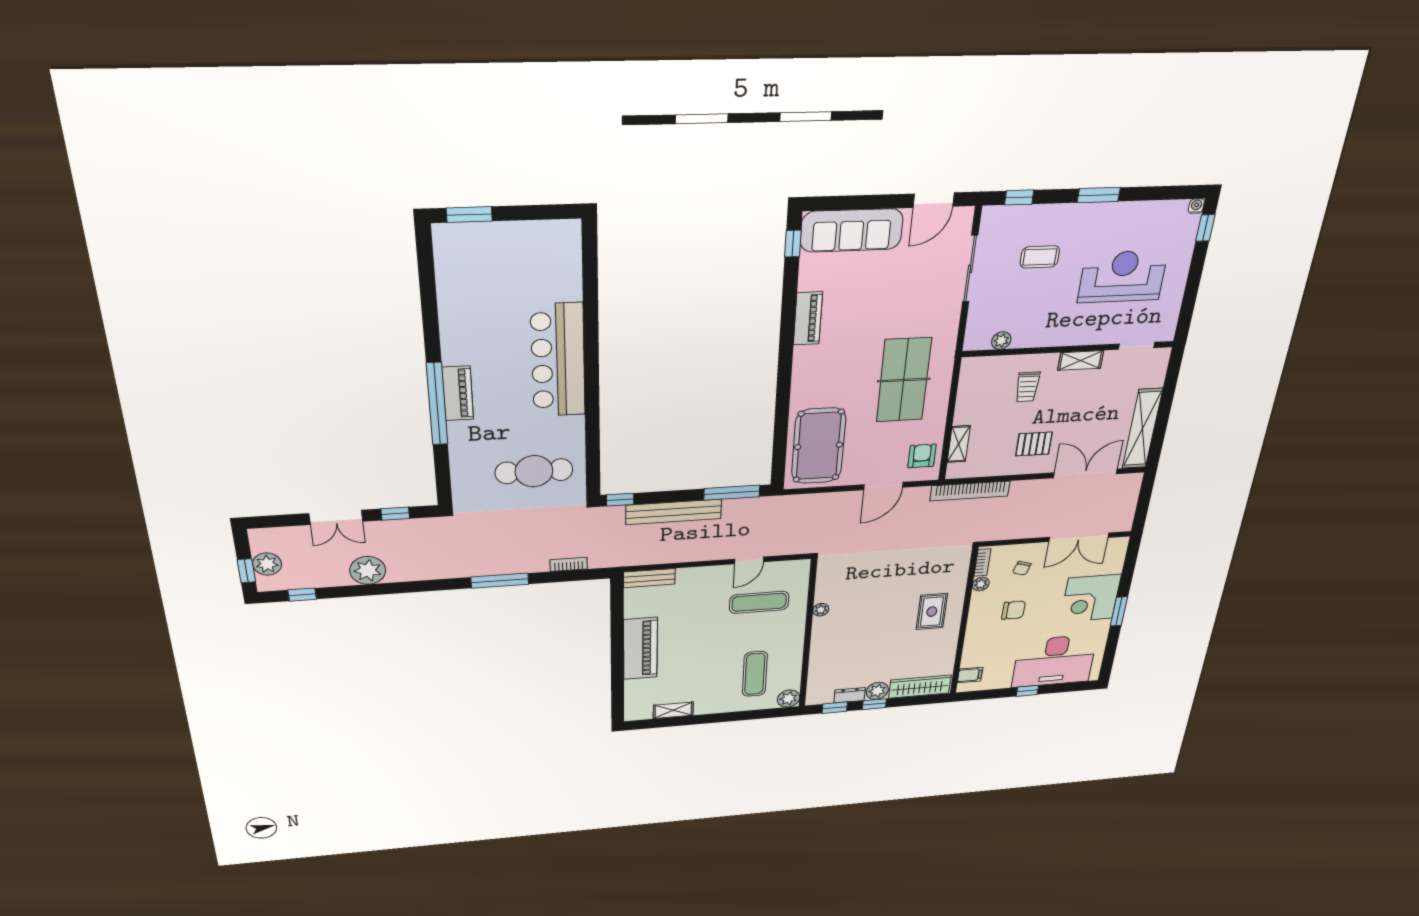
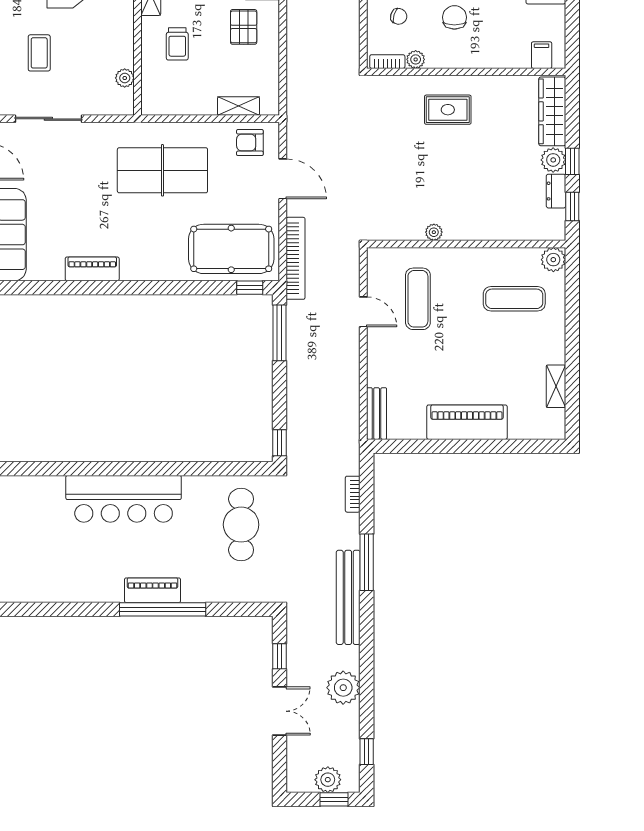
window: (793, 244) -> (250, 288), moved
trolley: (1027, 387) -> (177, 44), turned 90
bookcase: (970, 491) -> (296, 258), moved
bench: (674, 512) -> (348, 597), moved

